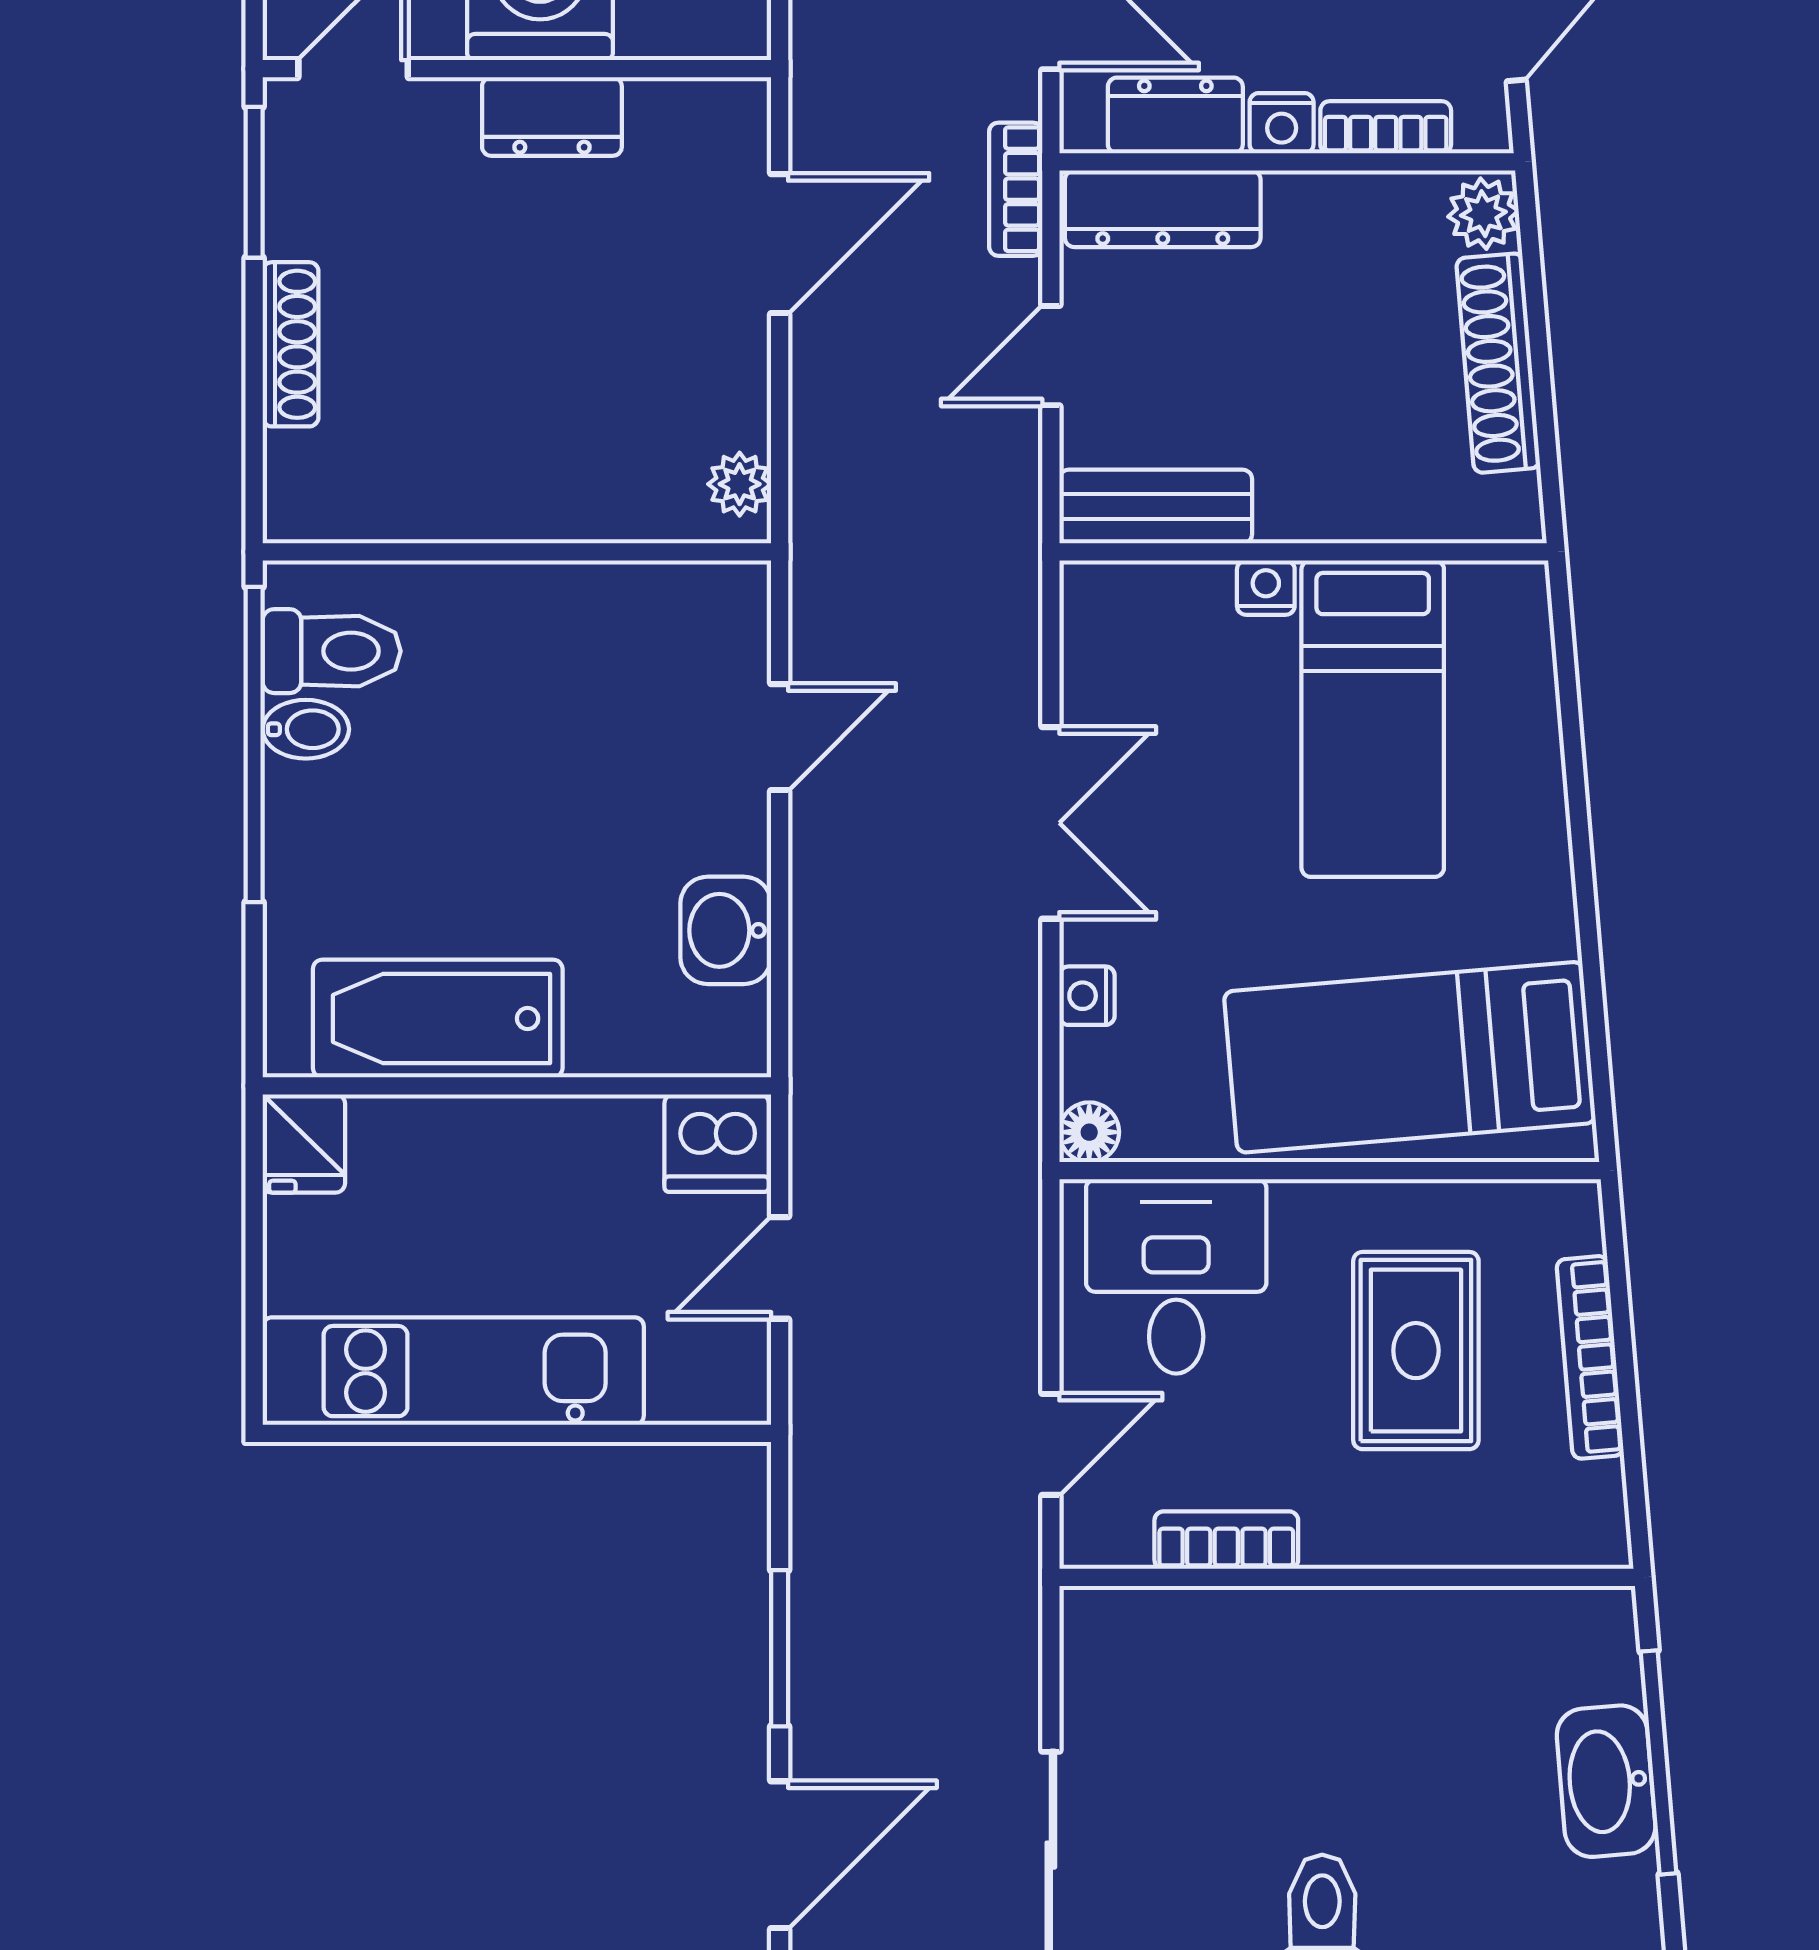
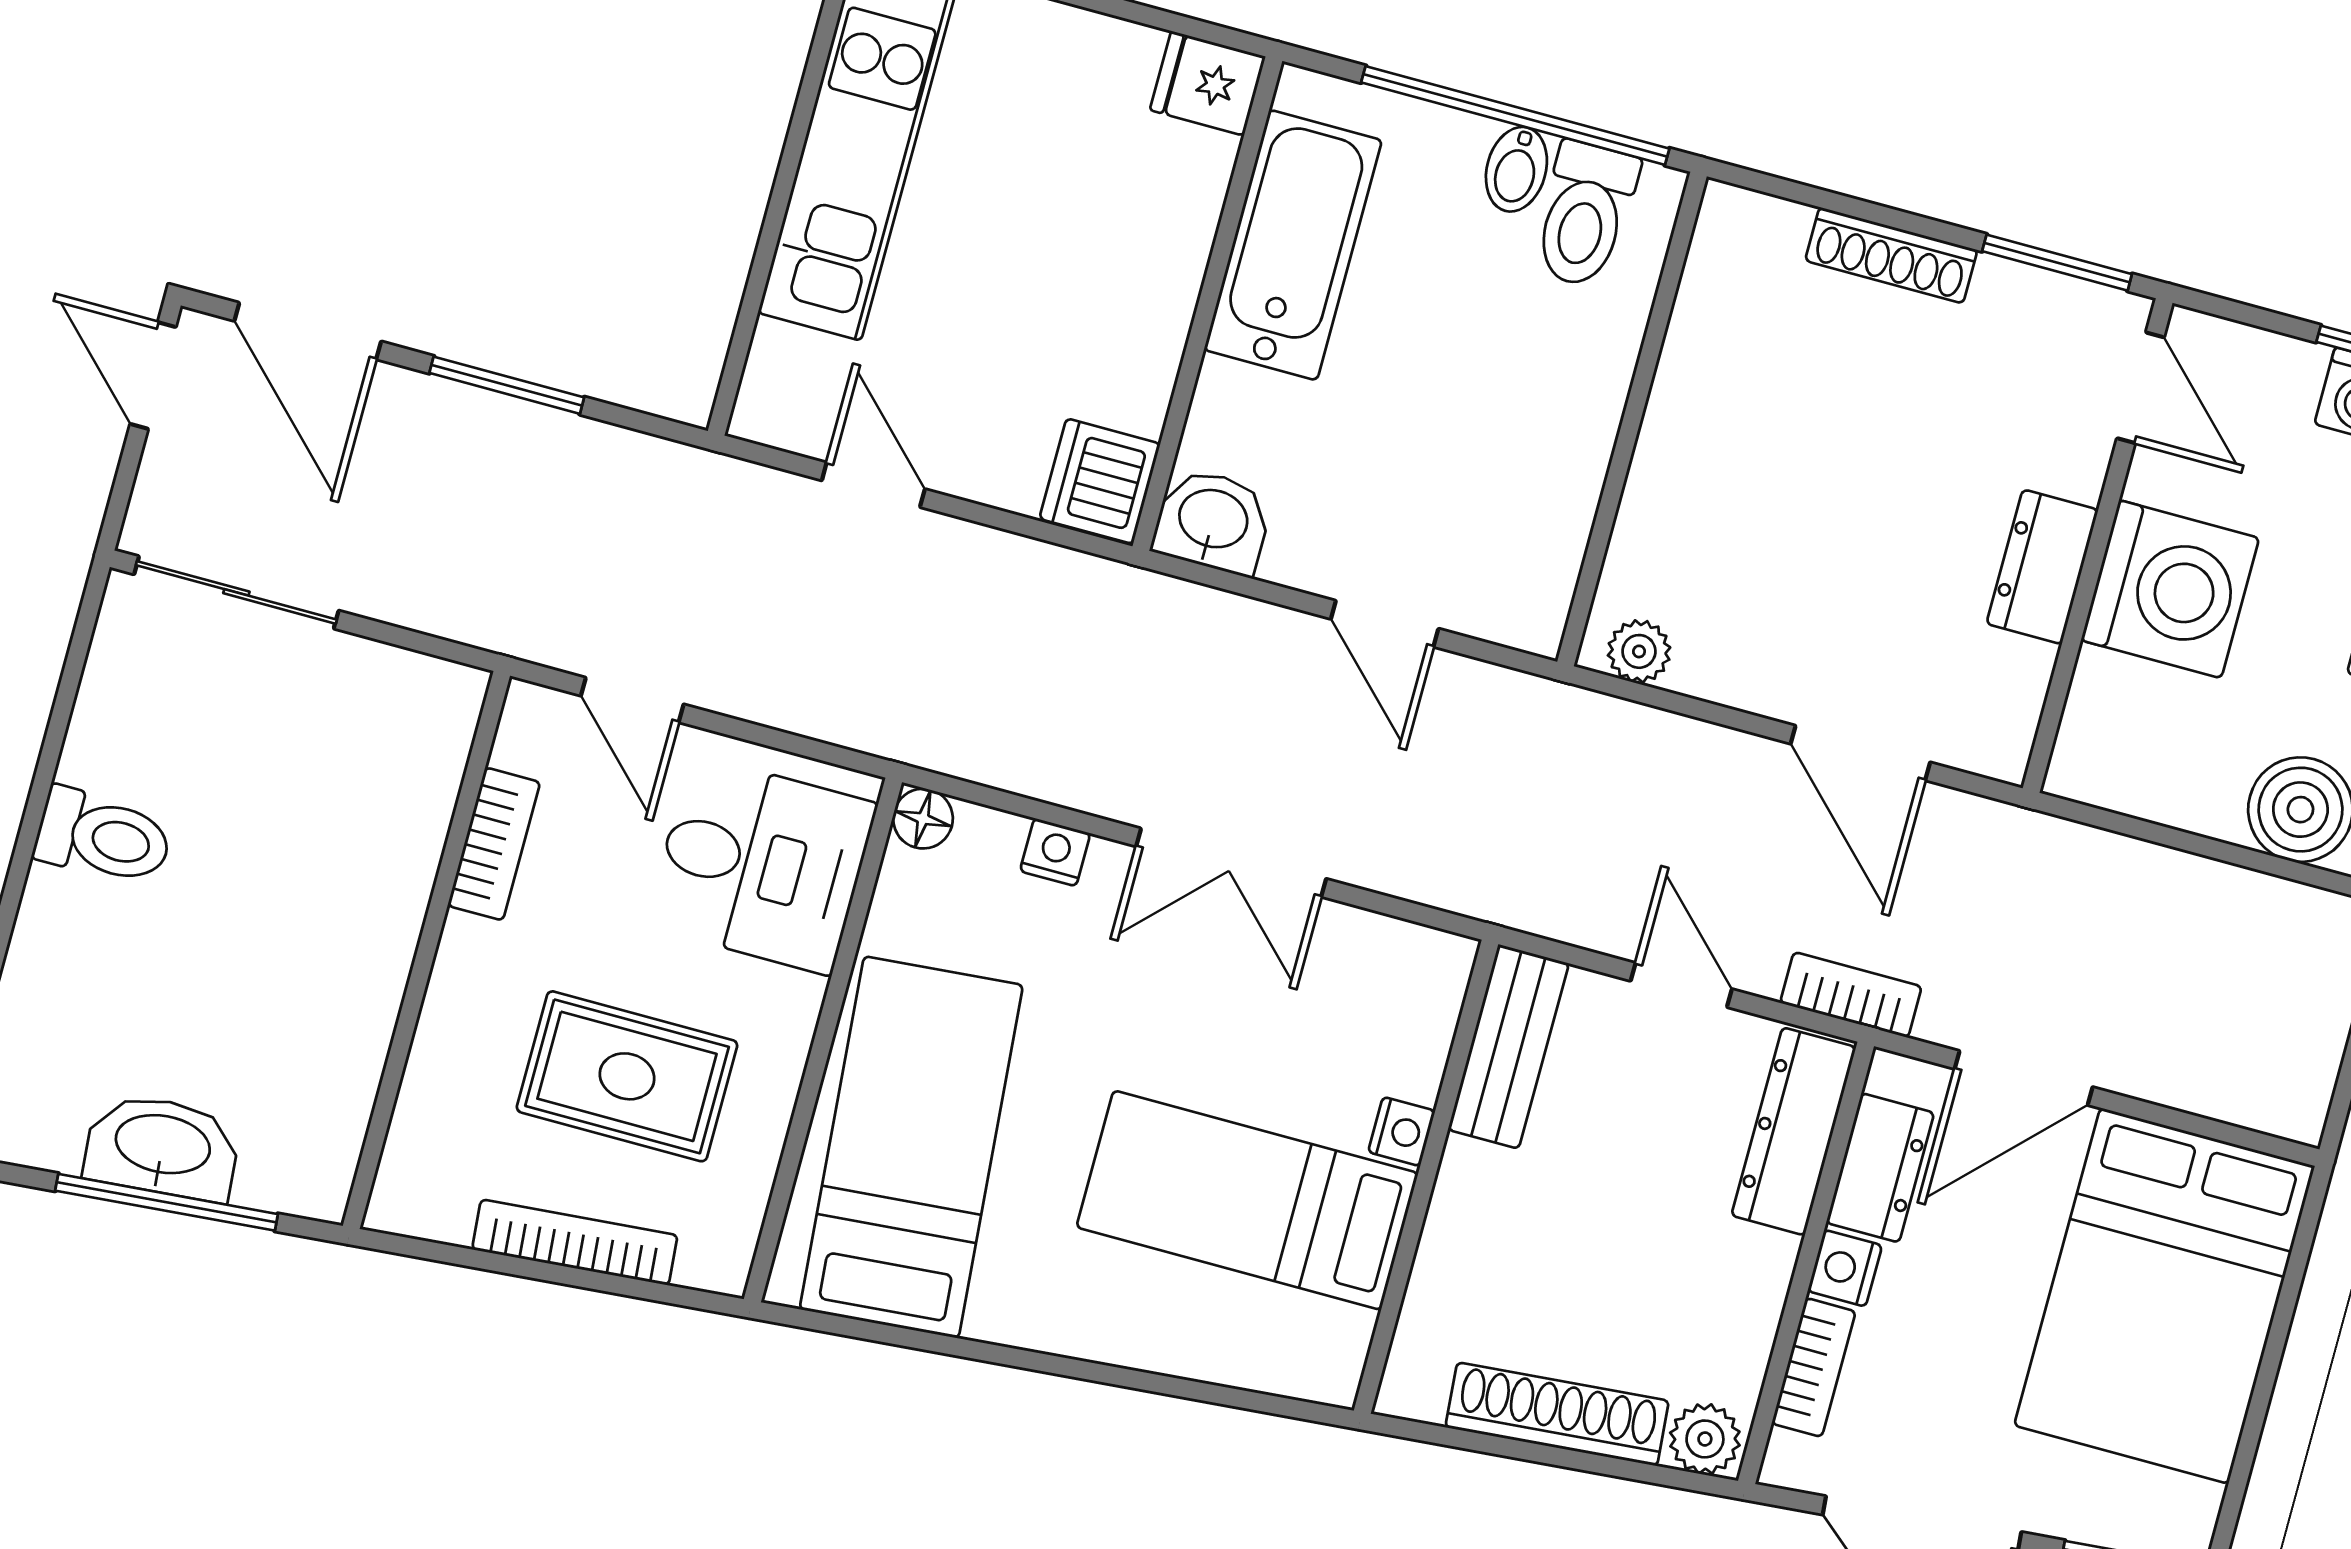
bathtub: (438, 1018) -> (1293, 245), moved
wall: (517, 1086) -> (1207, 304), moved
fridge: (304, 1143) -> (1208, 83), moved
dishwasher: (717, 1143) -> (1100, 481), moved

